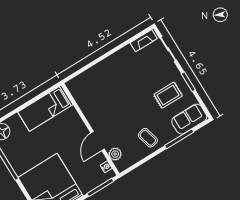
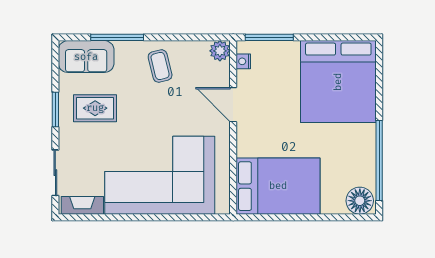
corner sofa: (113, 81) -> (160, 175), added
bed: (45, 108) -> (278, 186), width x1.50
door: (98, 141) -> (233, 105), swing flipped
plant: (115, 154) -> (220, 51), moved

